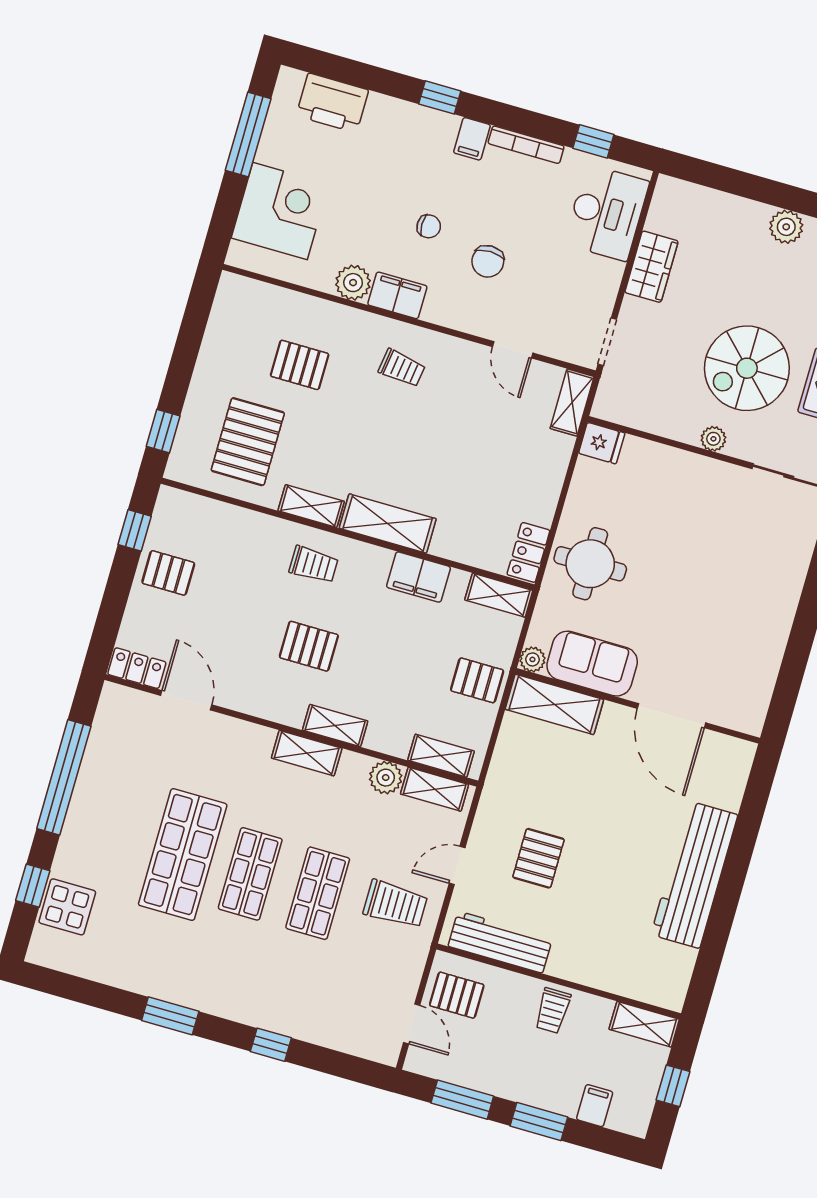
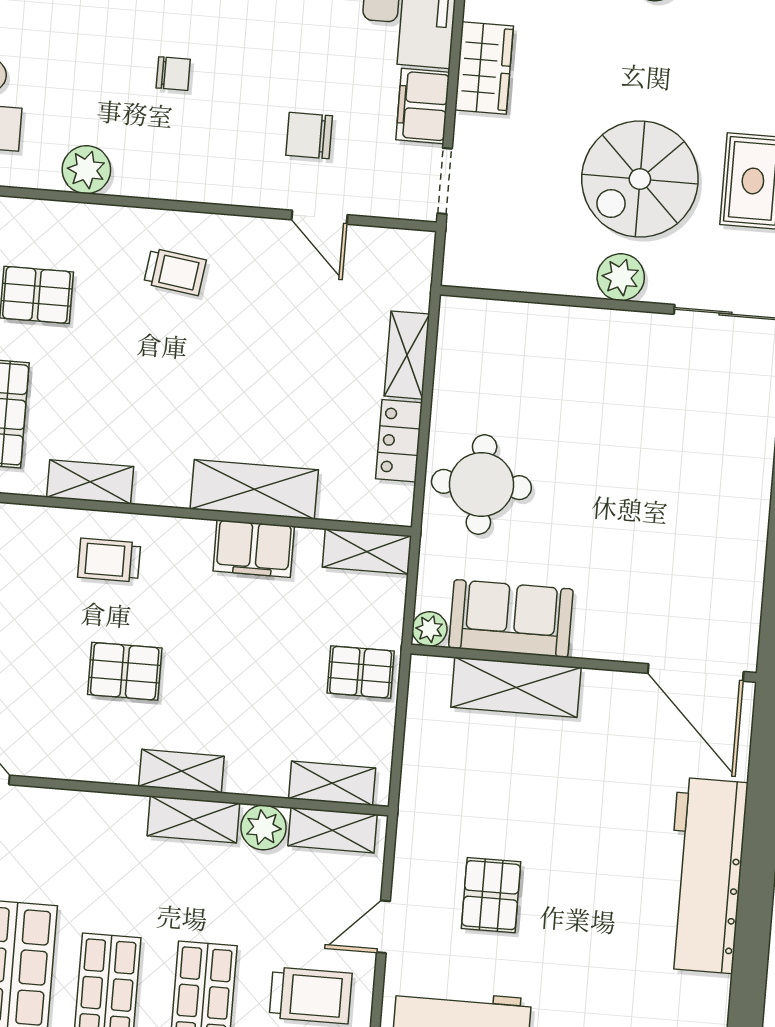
chair: (488, 261) -> (309, 136), moved, turned 90
filing cabinet: (397, 295) -> (423, 106), moved, turned -90
shelving: (572, 402) -> (407, 355), moved
plant: (713, 439) -> (621, 277), width x1.38, depth x1.38
fridge: (602, 443) -> (464, 319), removed
shelving: (388, 523) -> (254, 489), moved
locker: (528, 552) -> (399, 441), moved
trolley: (314, 565) -> (109, 560), turned 180
shelving: (554, 704) -> (516, 687), moved
door: (671, 716) -> (696, 672), moved
shelving: (307, 753) -> (193, 819), moved

